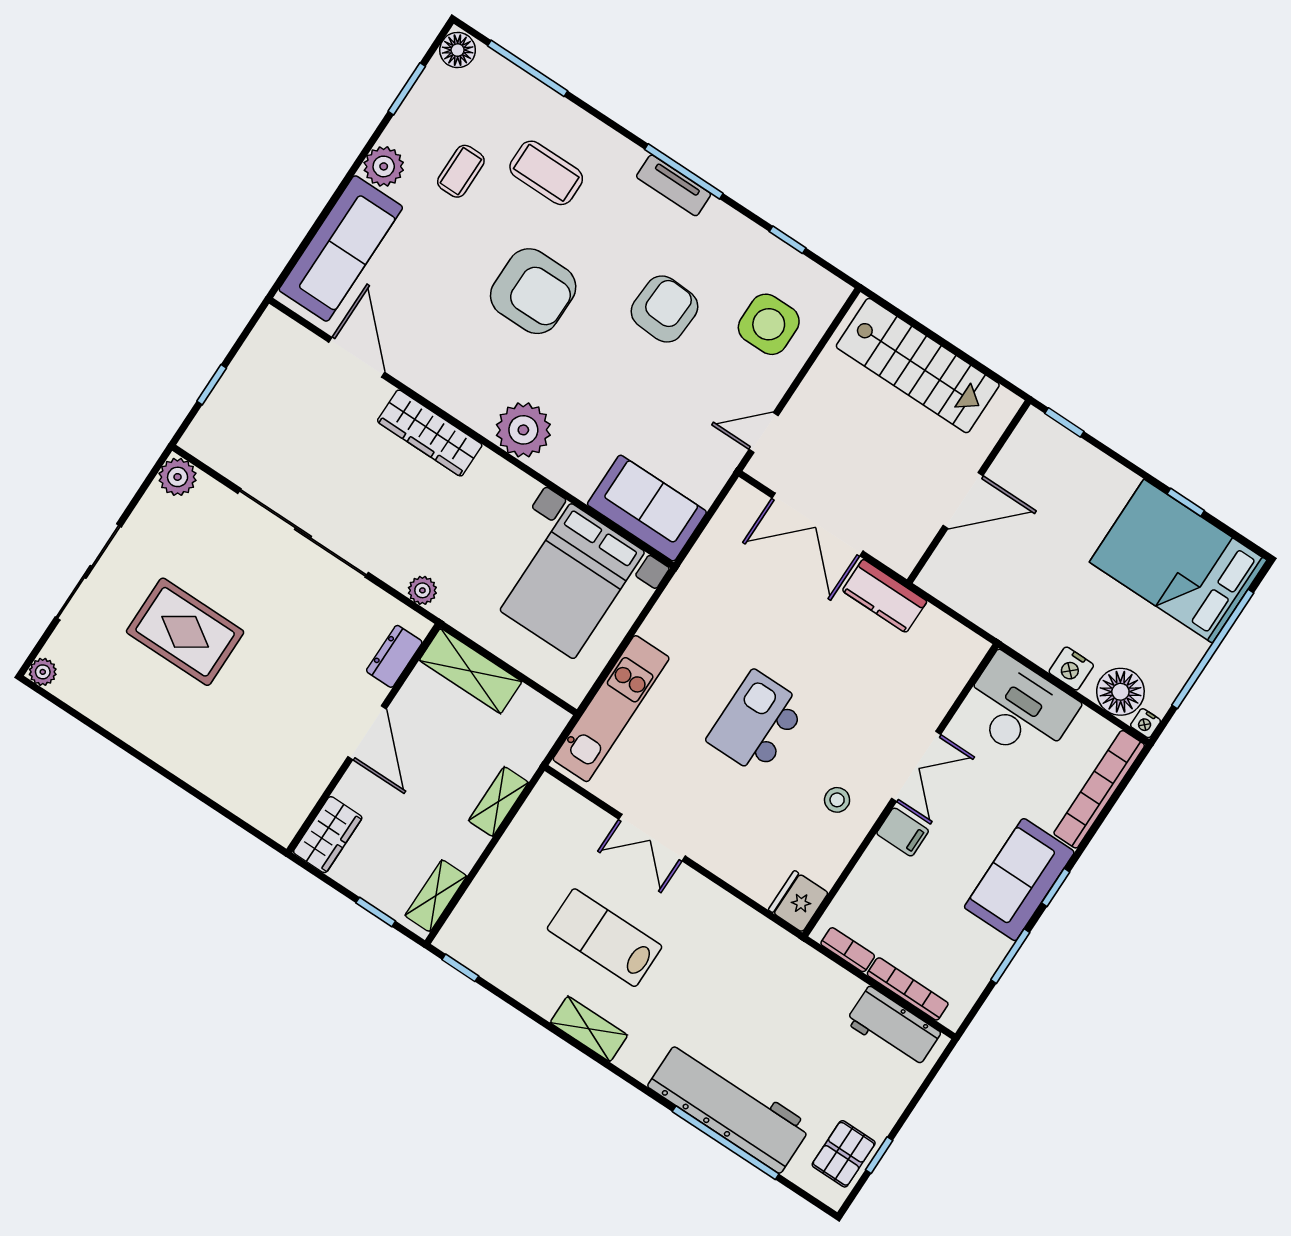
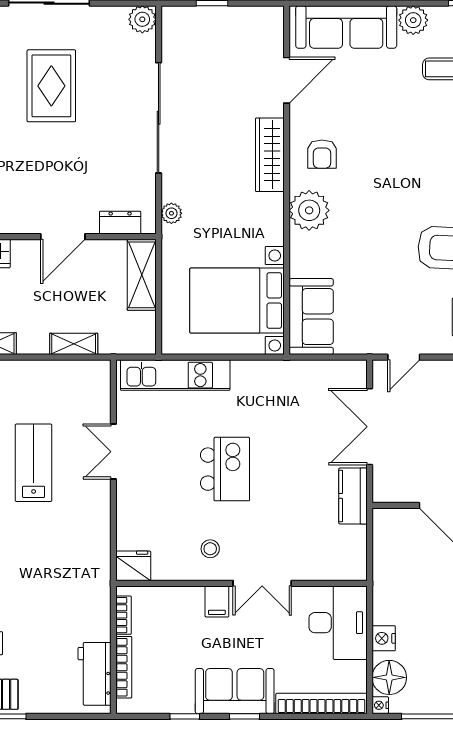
armchair: (533, 291) -> (322, 154), moved, width x0.53, depth x0.53
door: (764, 433) -> (404, 357), swing flipped
kitchen island: (757, 723) -> (225, 469), turned 90
window: (1010, 956) -> (185, 716), width x0.67

